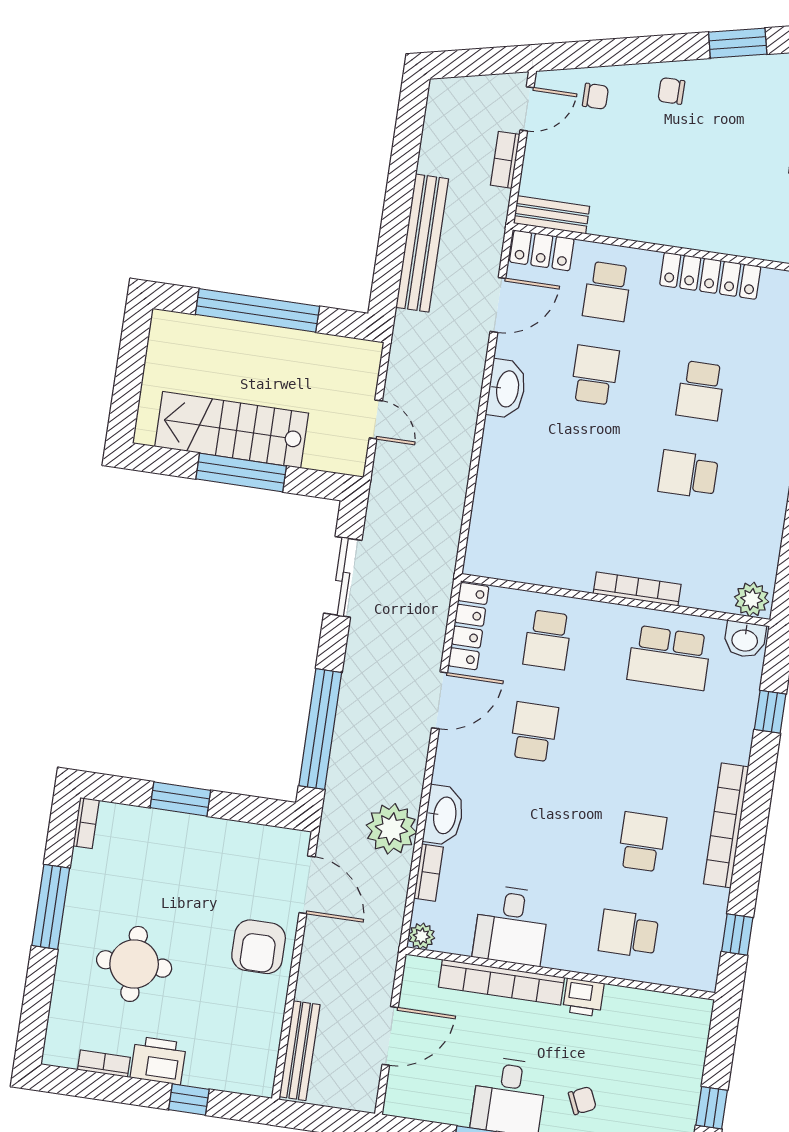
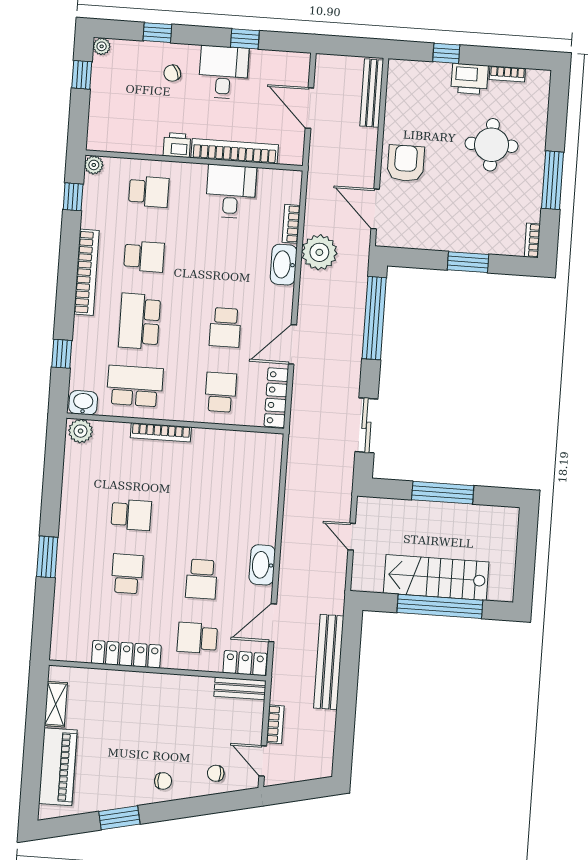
door: (527, 109) -> (263, 761), hinge flipped
school desk: (607, 291) -> (197, 638), turned -90
stairs: (232, 430) -> (436, 577), moved, turned 180
school desk: (656, 750) -> (139, 321), added
school desk: (642, 842) -> (144, 256), turned -90
plant: (422, 936) -> (94, 165), moved
door: (390, 1036) -> (309, 108), hinge flipped

